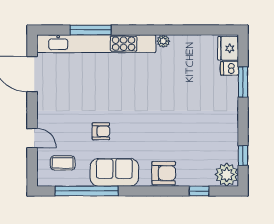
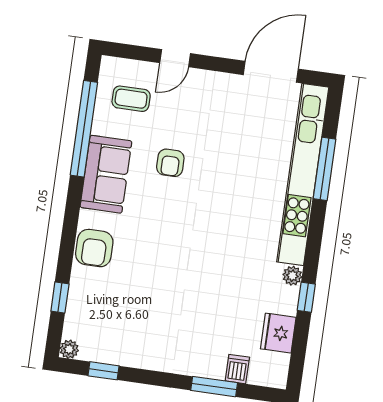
window: (176, 30) -> (306, 297), added
fridge: (228, 48) -> (278, 333), moved, turned -90
coffee table: (63, 163) -> (131, 99), turned 90
plant: (227, 175) -> (69, 349), width x0.53, depth x0.53

